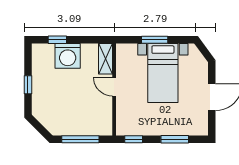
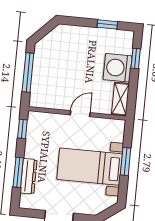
shelving: (105, 59) -> (120, 99), moved, turned 90
window: (28, 85) -> (107, 24), moved
dresser: (177, 129) -> (29, 176), added

